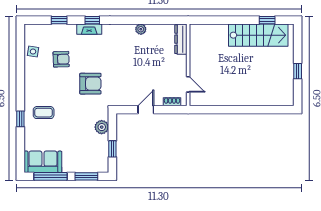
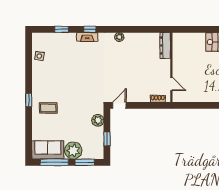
plant: (141, 29) -> (119, 37), moved
armchair: (61, 59) -> (63, 63), removed
armchair: (90, 84) -> (88, 83), removed
door: (146, 110) -> (119, 105), moved
window: (20, 119) -> (29, 100), moved
plant: (73, 163) -> (73, 151), added

